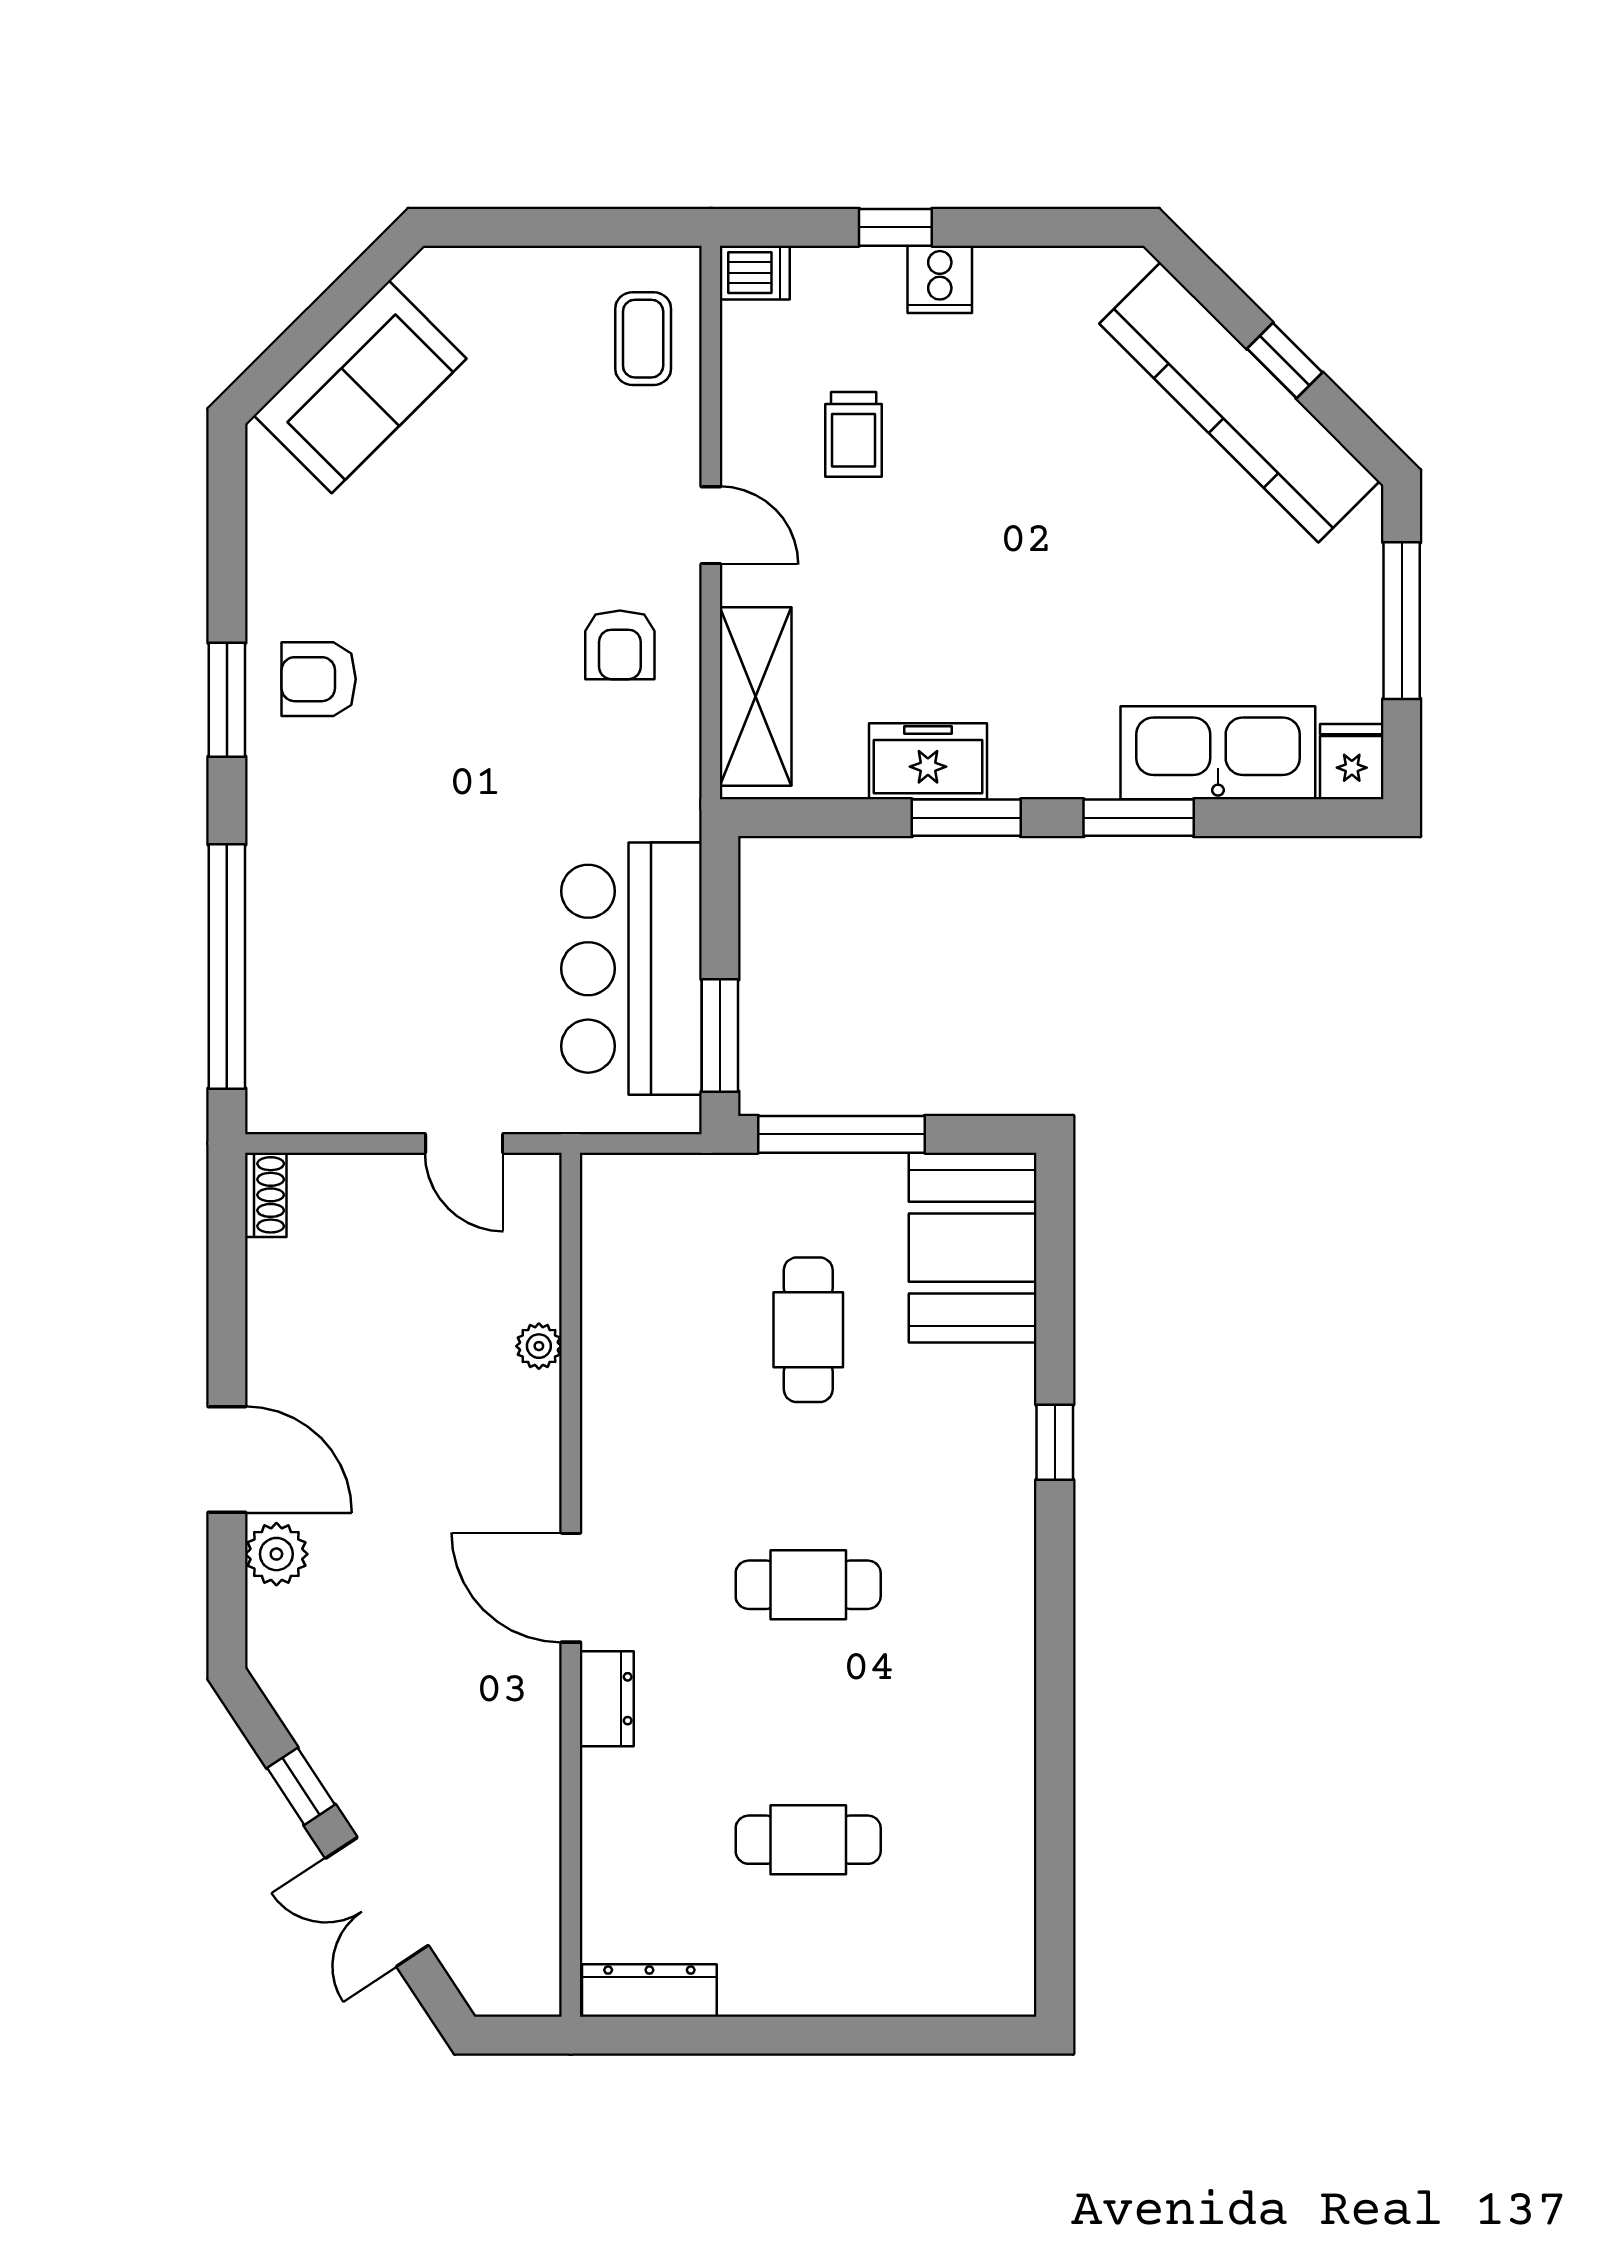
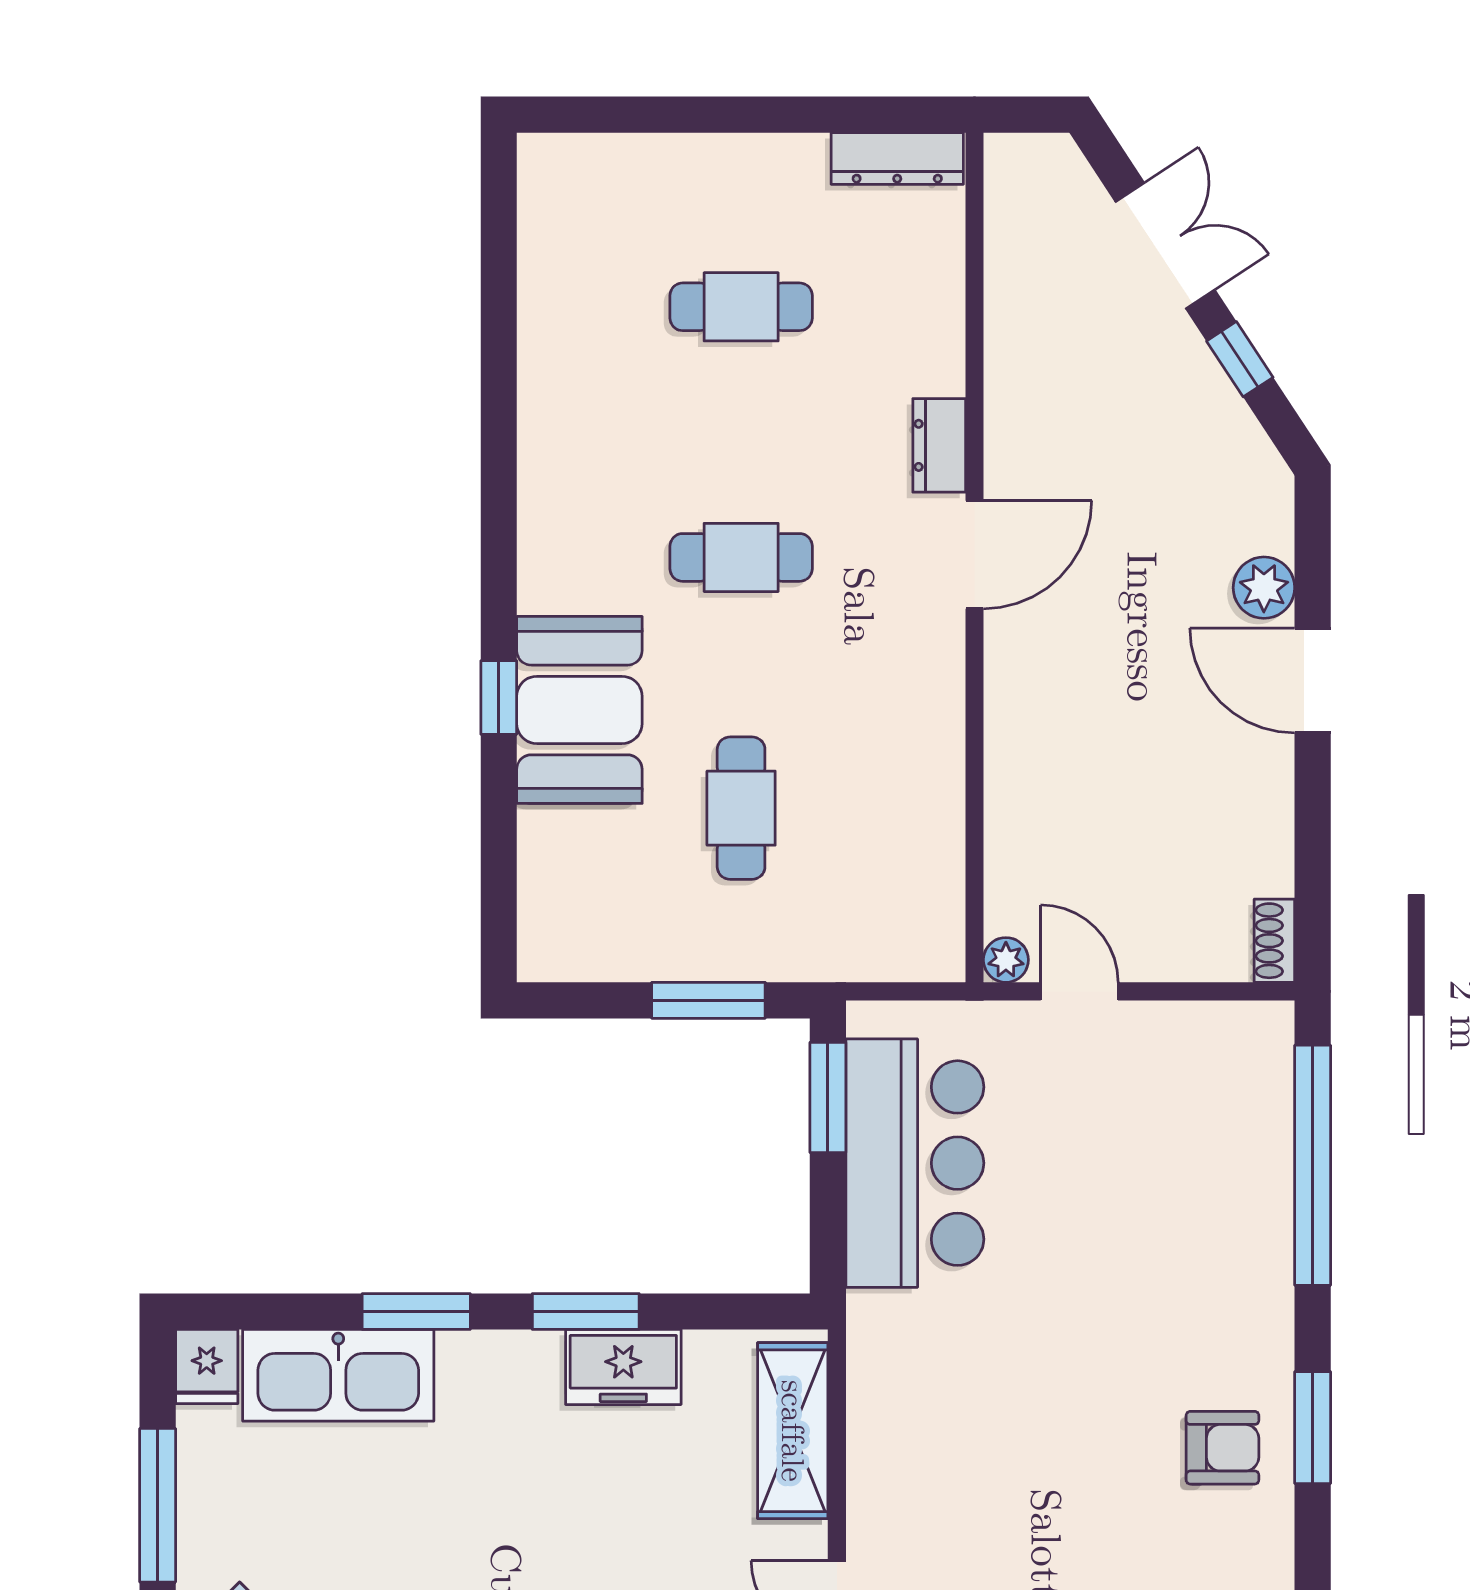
armchair: (620, 645) -> (926, 1482), removed
window: (841, 1134) -> (708, 1000), width x0.69
booth: (973, 1248) -> (579, 710), moved
plant: (539, 1346) -> (1006, 960), moved
door: (571, 1588) -> (974, 555), hinge flipped

